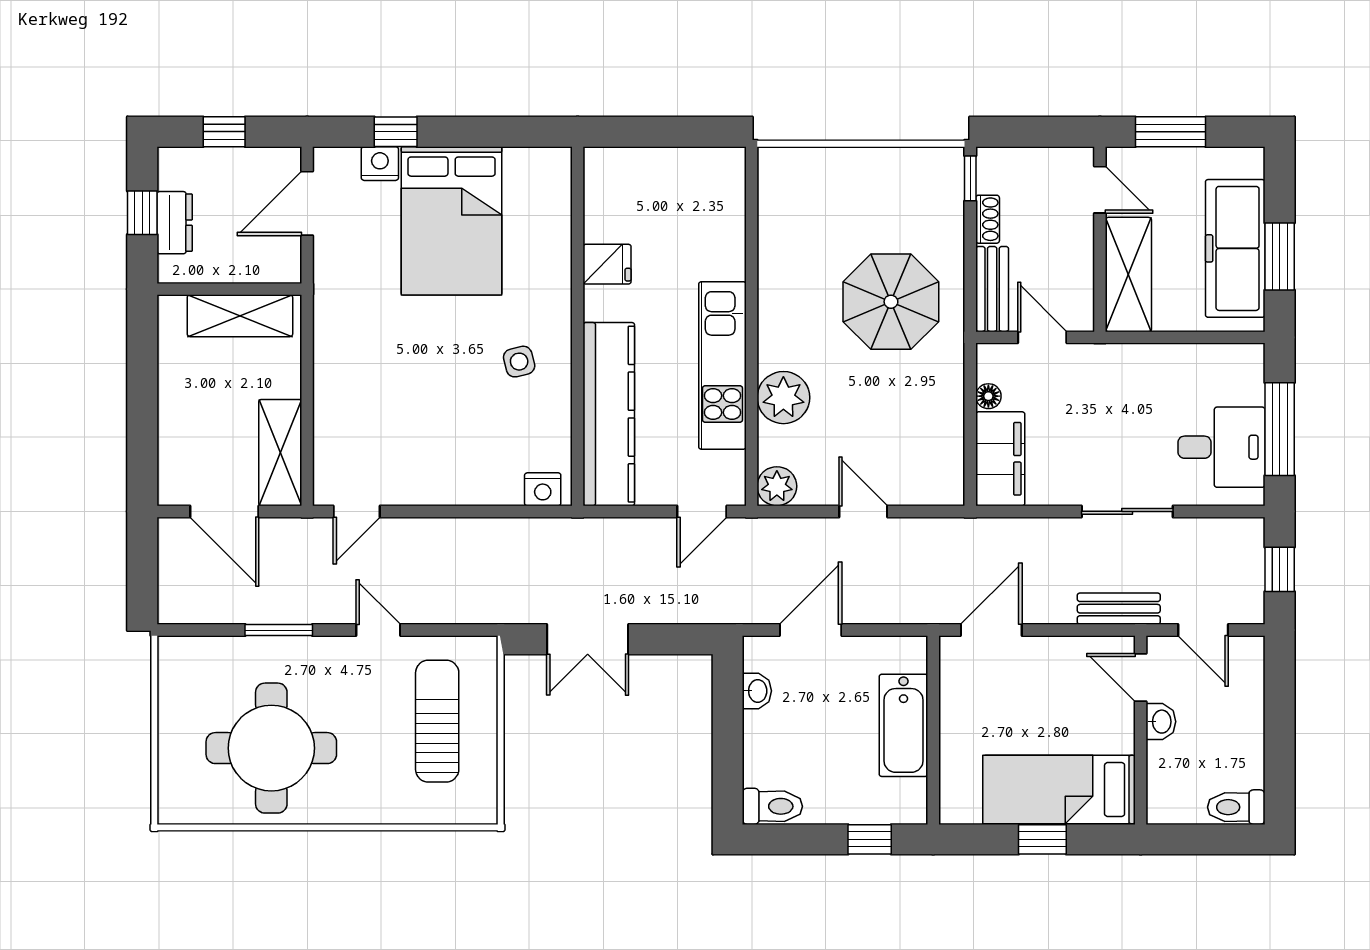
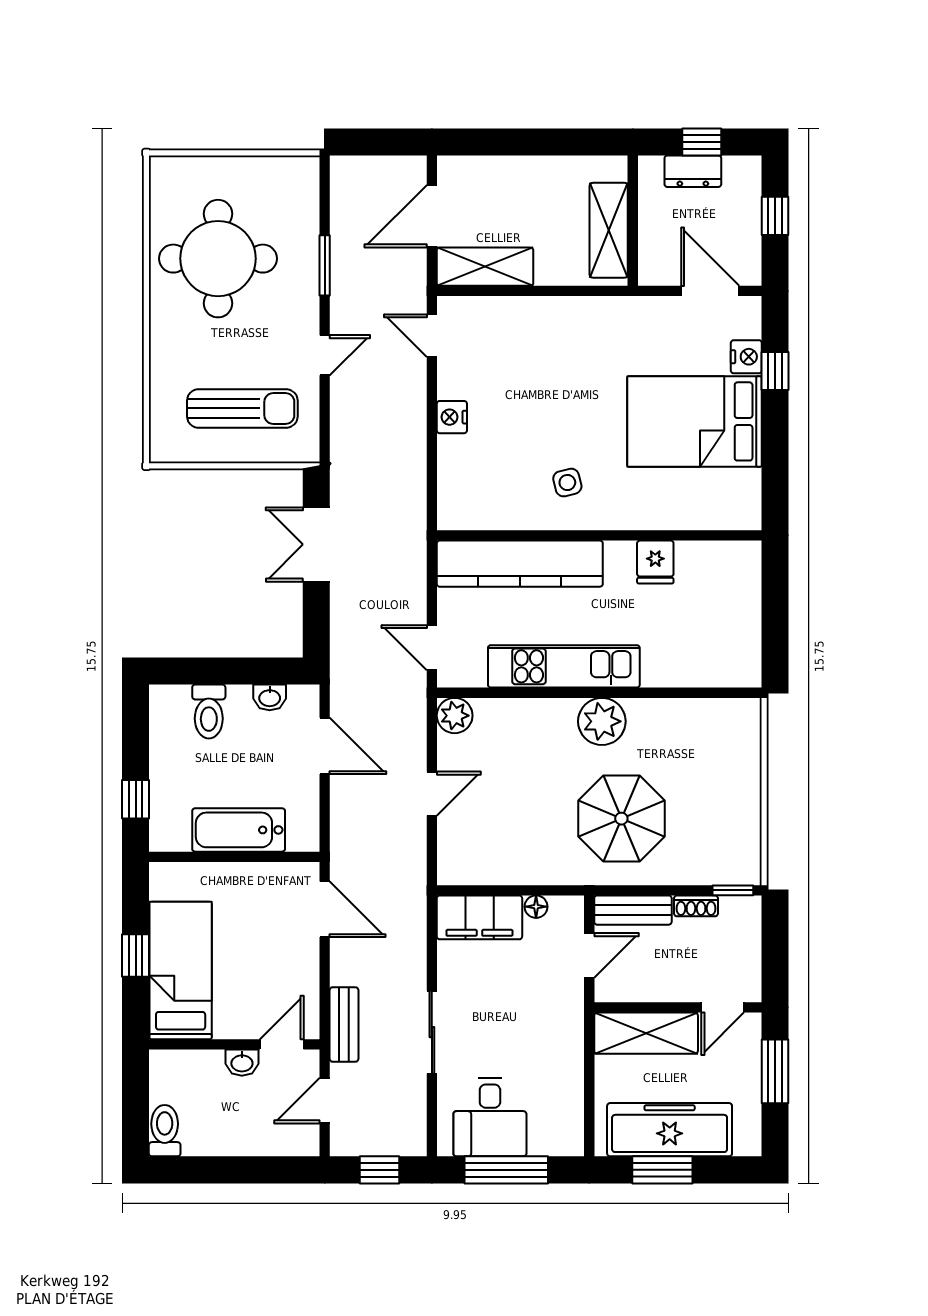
plant: (783, 398) -> (602, 721), moved
nightstand: (543, 489) -> (452, 417), moved
toilet: (772, 806) -> (209, 711), moved

